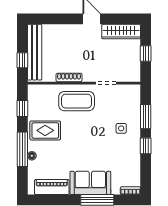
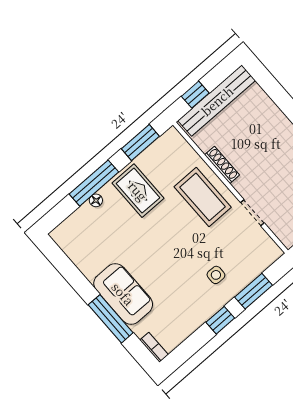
window: (22, 108) -> (140, 143), width x1.50
piano: (52, 187) -> (80, 254), removed

